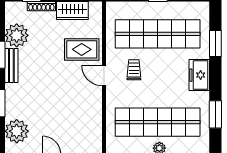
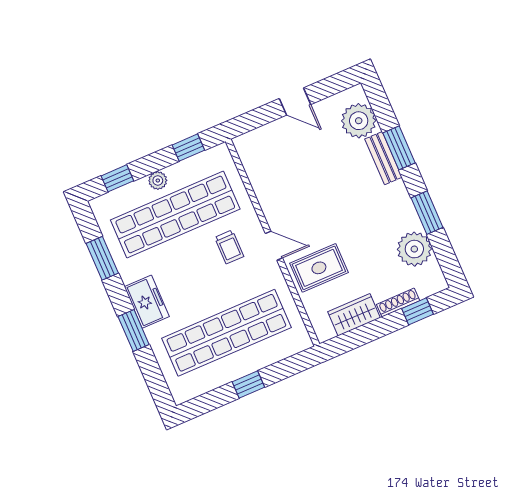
window: (215, 44) -> (134, 331), moved
bench: (11, 66) -> (383, 158), moved
trolley: (134, 70) -> (229, 247), moved

